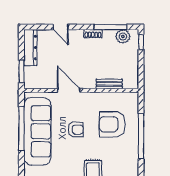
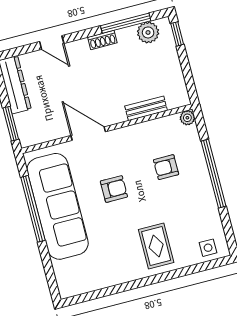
plant: (134, 97) -> (187, 118), added
armchair: (112, 124) -> (166, 167), width x0.53, depth x0.53

